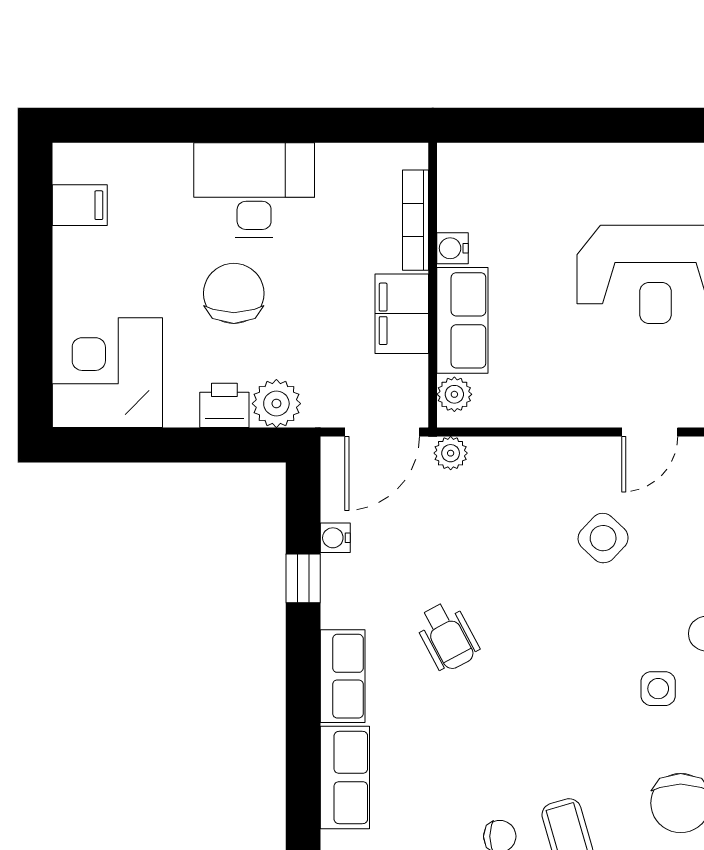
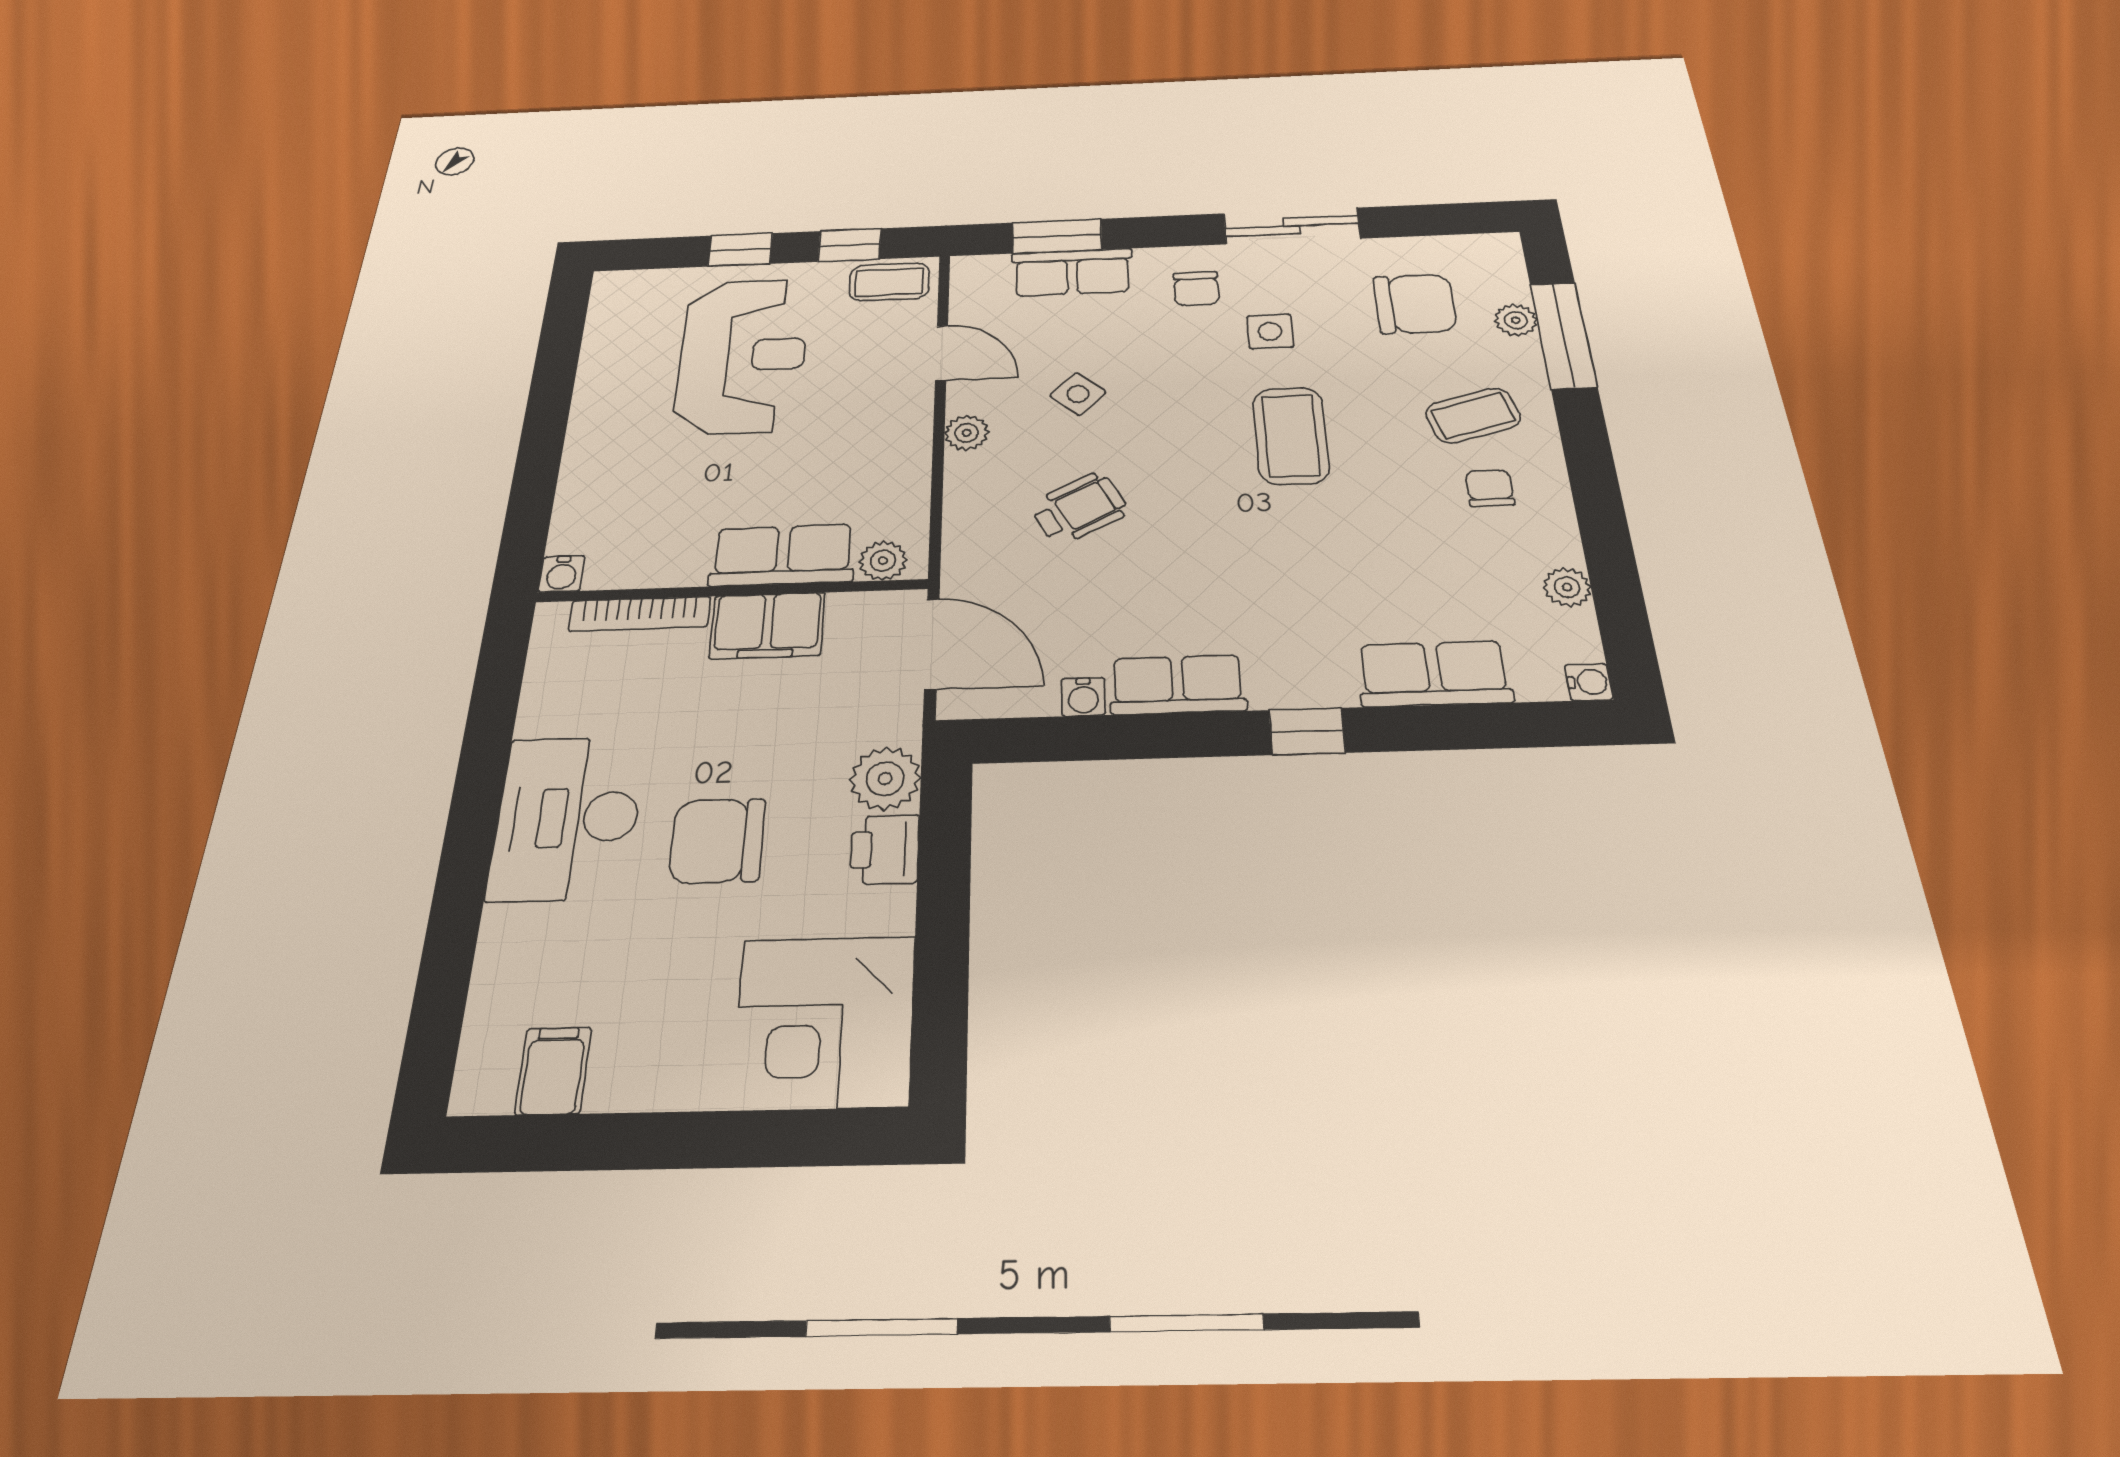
water cooler: (453, 248) -> (562, 574), moved
plant: (451, 453) -> (967, 433), moved
side table: (603, 538) -> (1078, 394), width x0.73, depth x0.73
window: (303, 578) -> (1307, 731), moved
wheelchair: (447, 636) -> (1079, 508), moved
row of seats: (343, 676) -> (1178, 685), moved
coffee table: (555, 697) -> (1291, 436), added

